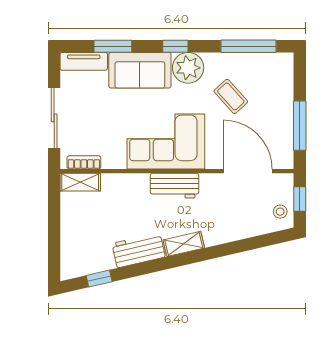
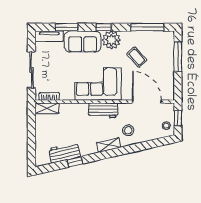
window: (300, 126) -> (178, 57), moved
stool: (216, 219) -> (128, 130), added
workbench: (139, 250) -> (65, 153), moved
window: (99, 279) -> (75, 162), moved

